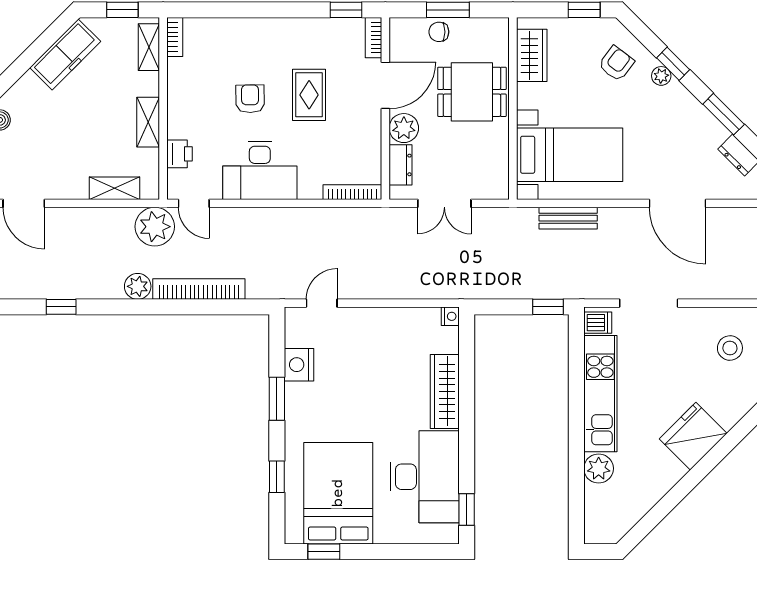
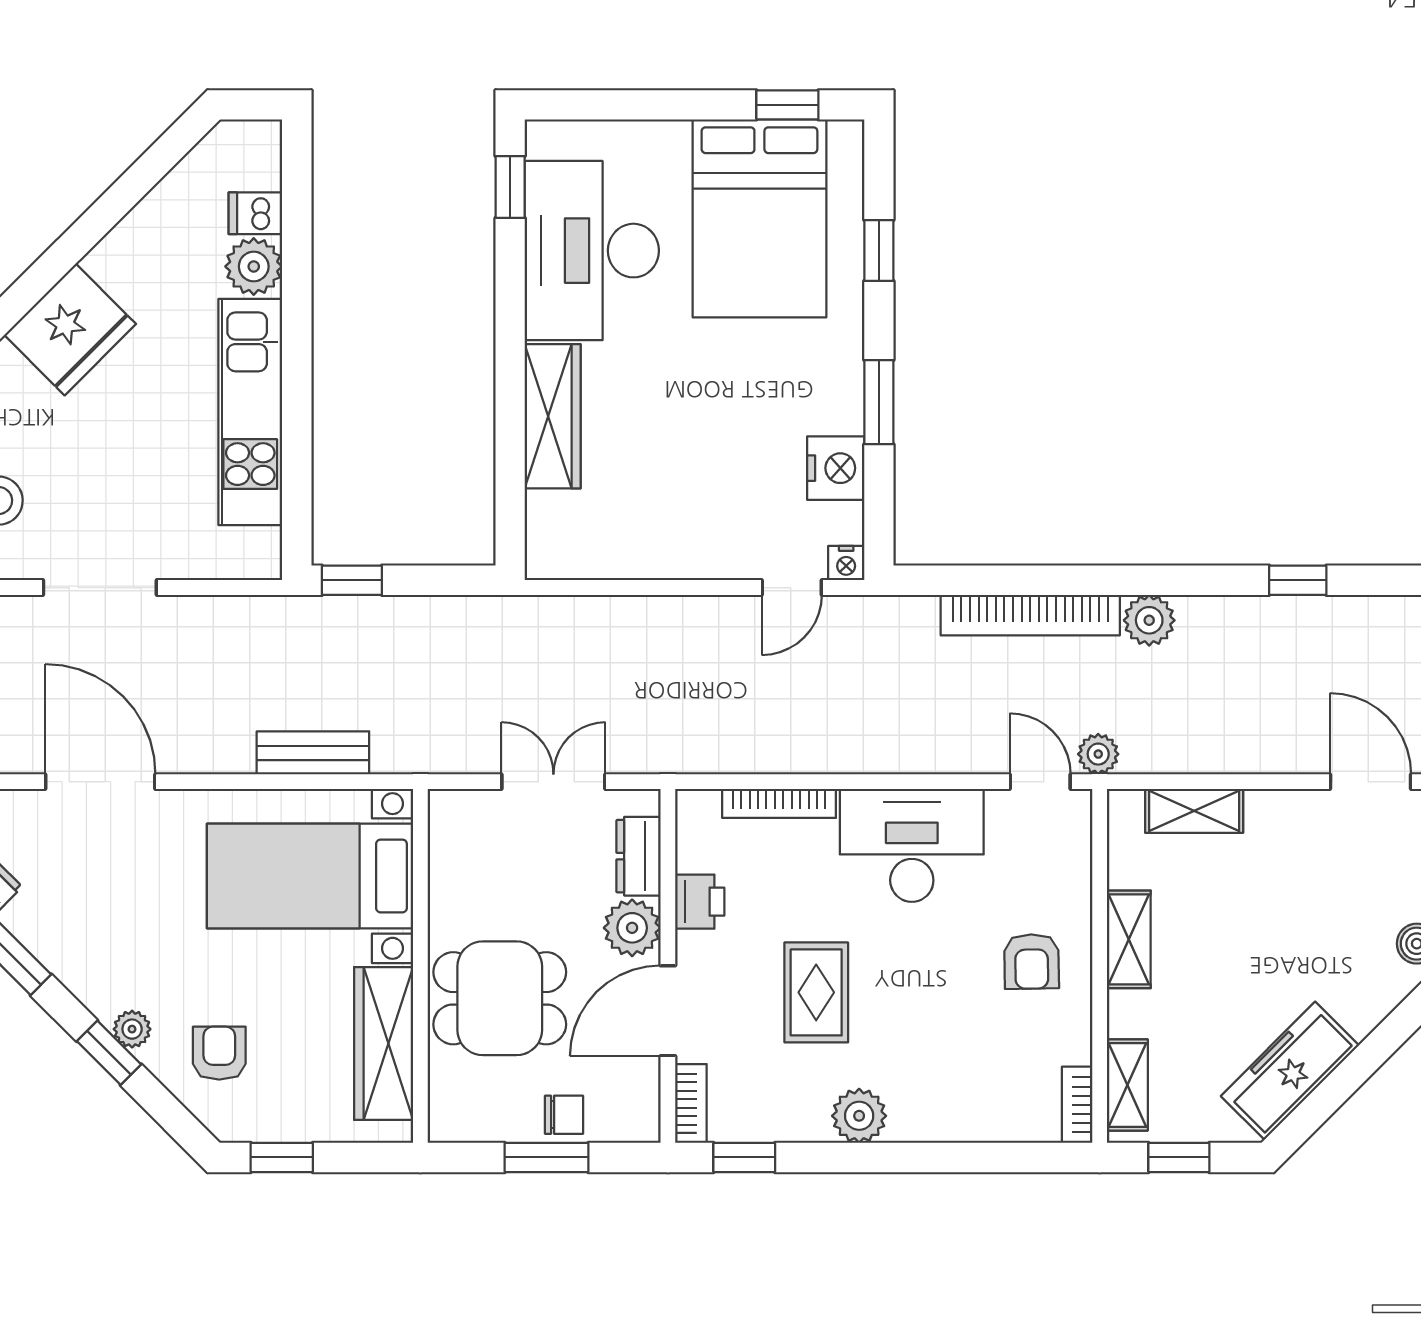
plant: (287, 31) -> (859, 1116), added
wardrobe: (532, 55) -> (384, 1043), width x1.50
armchair: (616, 64) -> (219, 1053), turned 143
armchair: (250, 99) -> (1032, 961), moved
printer: (180, 154) -> (700, 902), moved, turned 180
bookcase: (352, 192) -> (779, 803), moved
plant: (155, 227) -> (1098, 754), width x0.53, depth x0.53
doorway: (649, 303) -> (100, 588), moved
nightstand: (450, 316) -> (846, 563), moved, turned -90
dishwasher: (598, 323) -> (255, 213), moved

